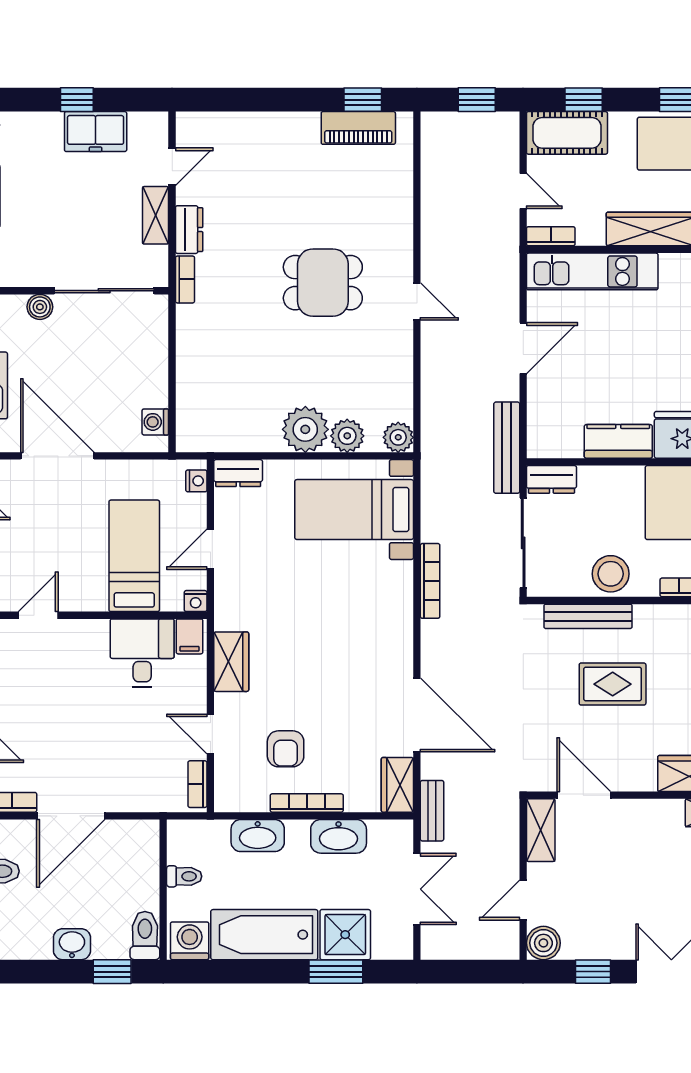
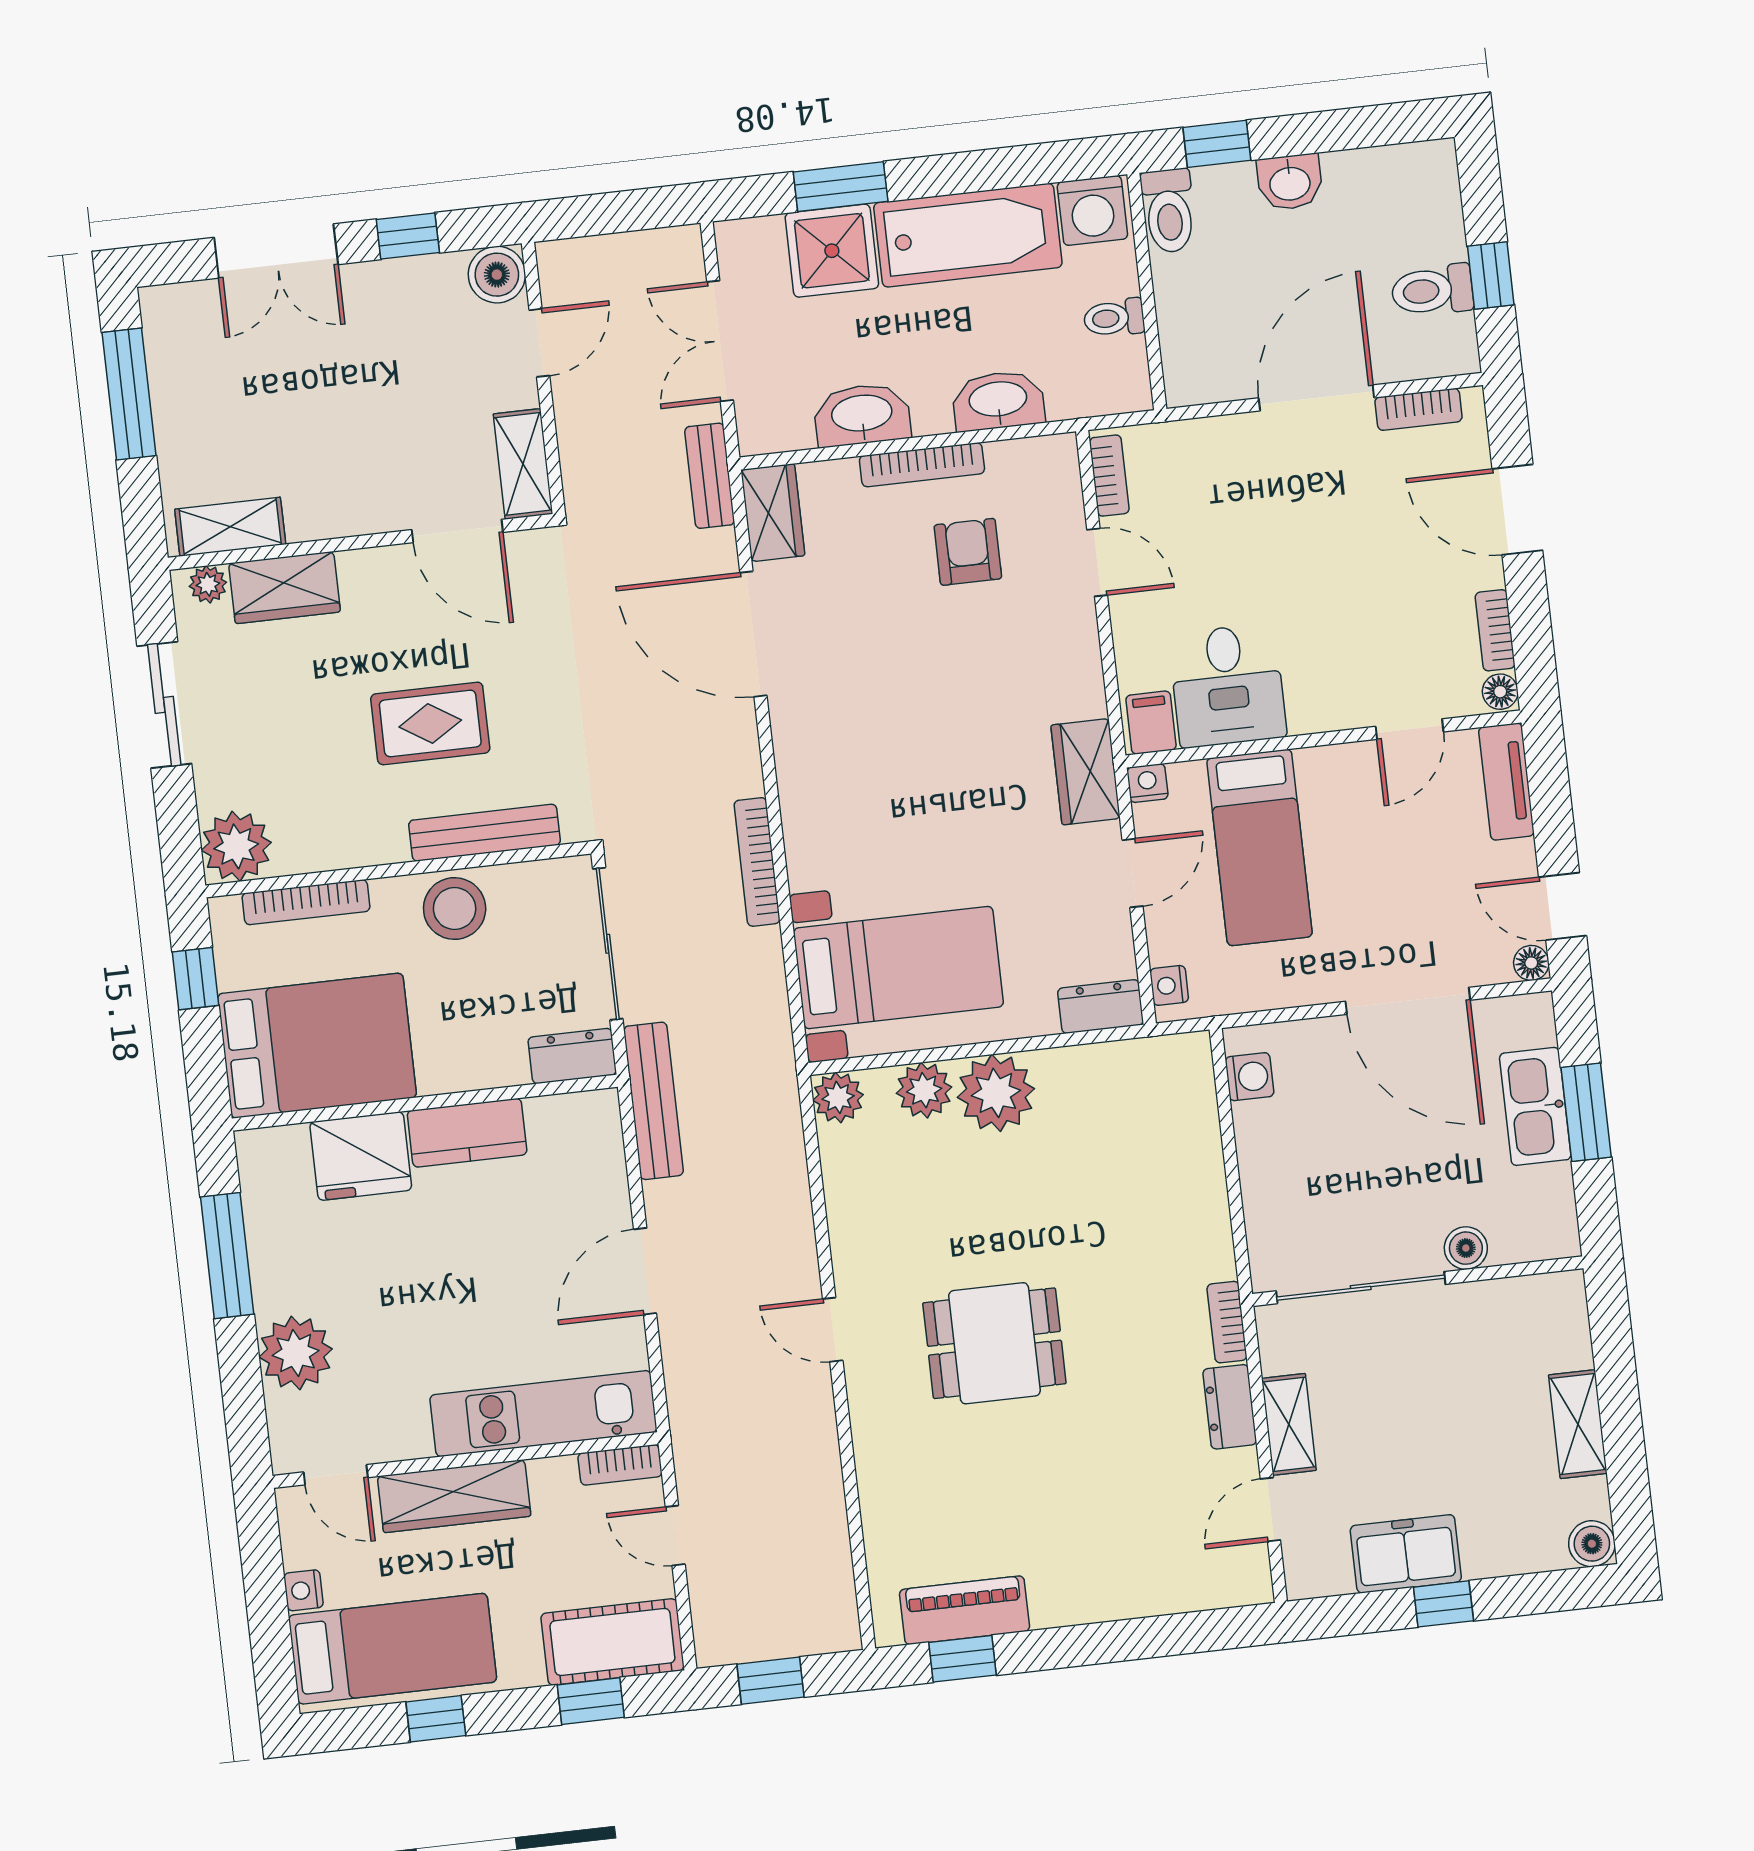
wardrobe: (231, 662) -> (1086, 772), moved

